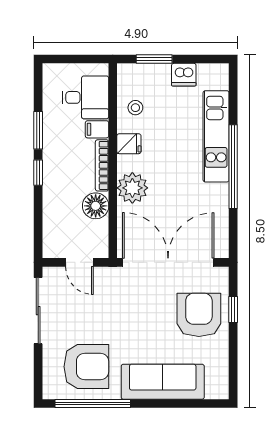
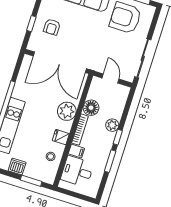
plant: (53, 189) -> (112, 125), added
armchair: (199, 315) -> (52, 27), width x0.53, depth x0.53

